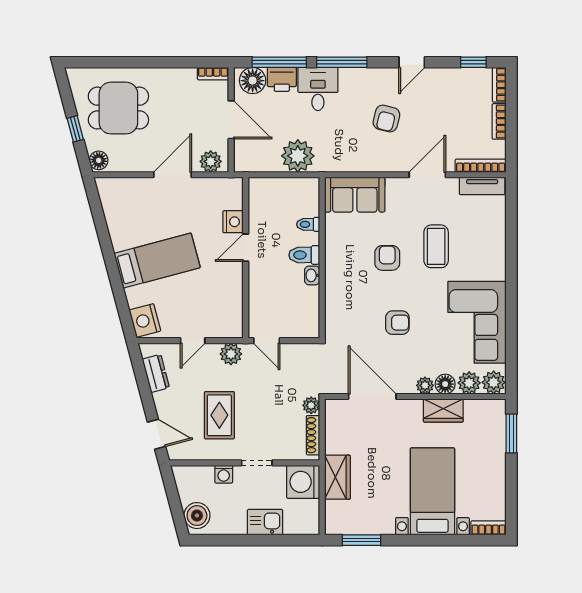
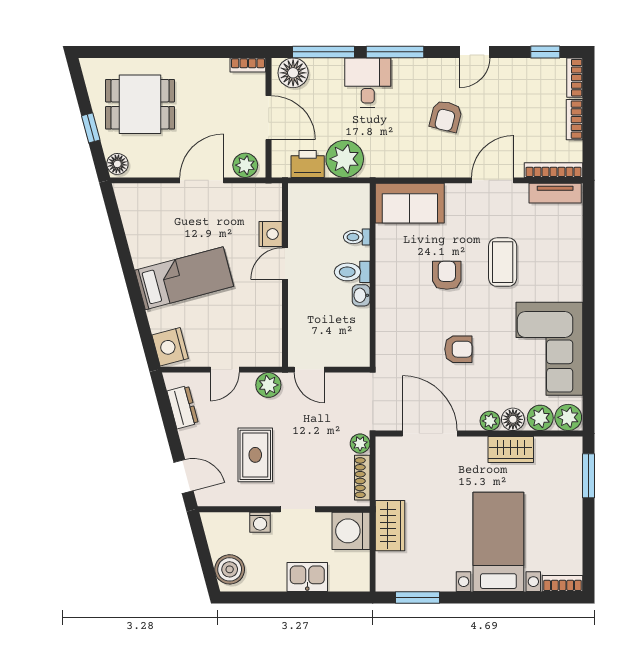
printer: (282, 79) -> (308, 164), moved, turned 180

